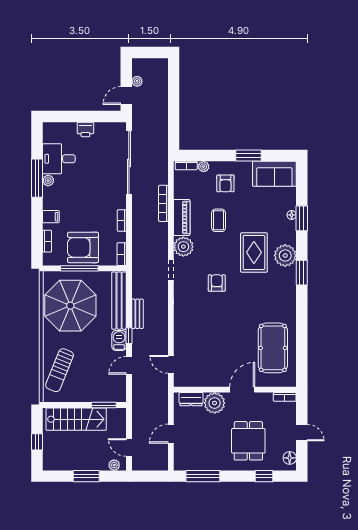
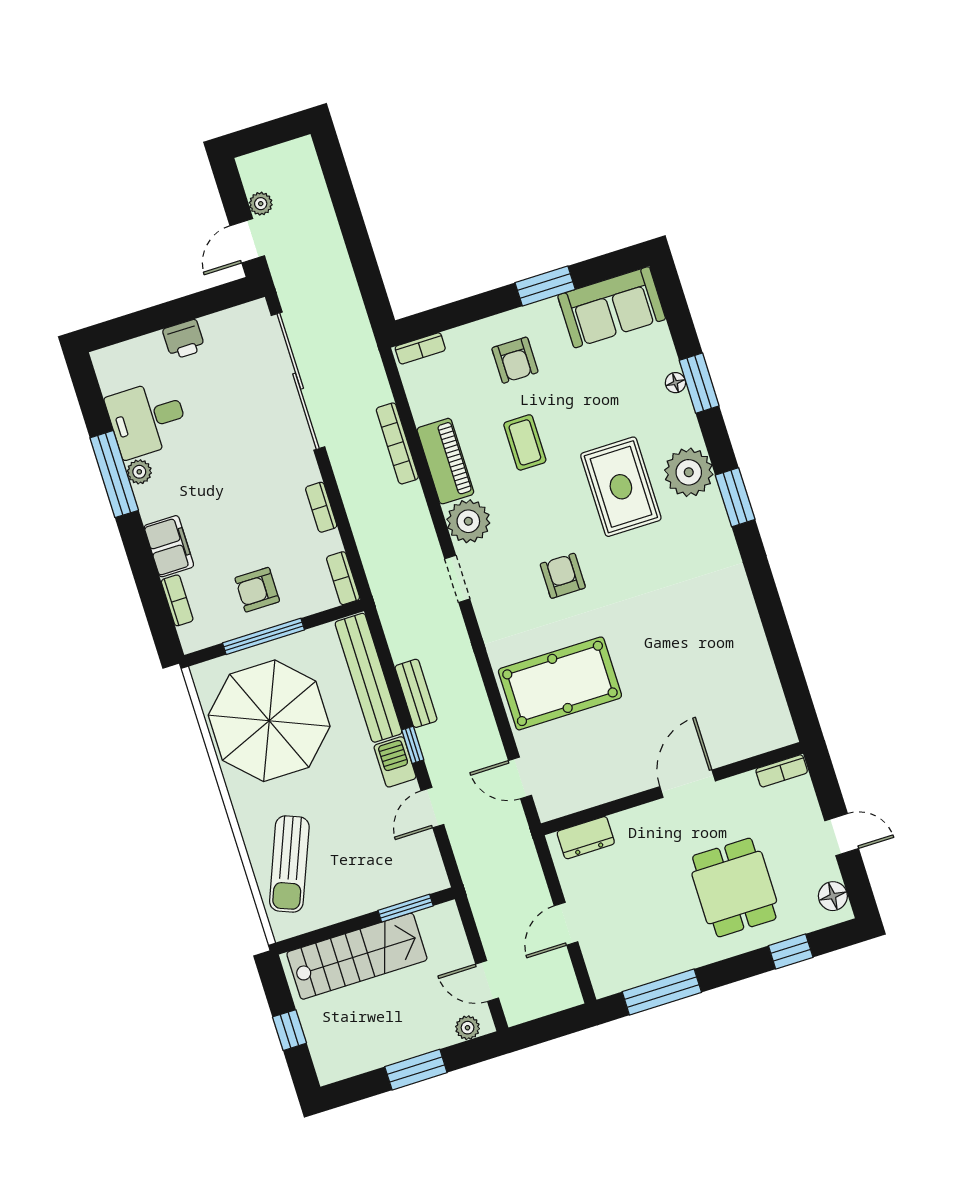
plant: (204, 167) -> (458, 339), removed
filing cabinet: (51, 217) -> (169, 546), width x2.00
armchair: (83, 247) -> (257, 590), width x0.53, depth x0.53
pool table: (273, 348) -> (560, 683), moved, turned 90
plant: (215, 403) -> (638, 830), removed

